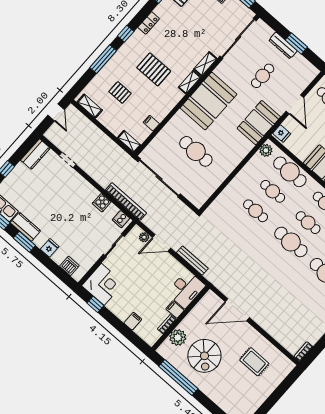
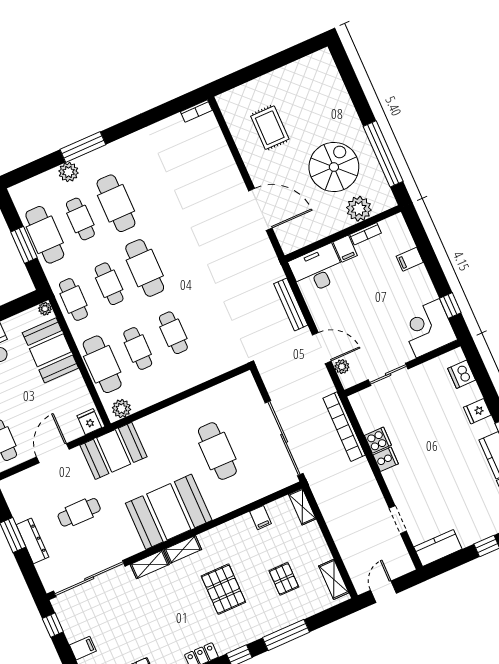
cooker: (121, 219) -> (386, 459), moved

